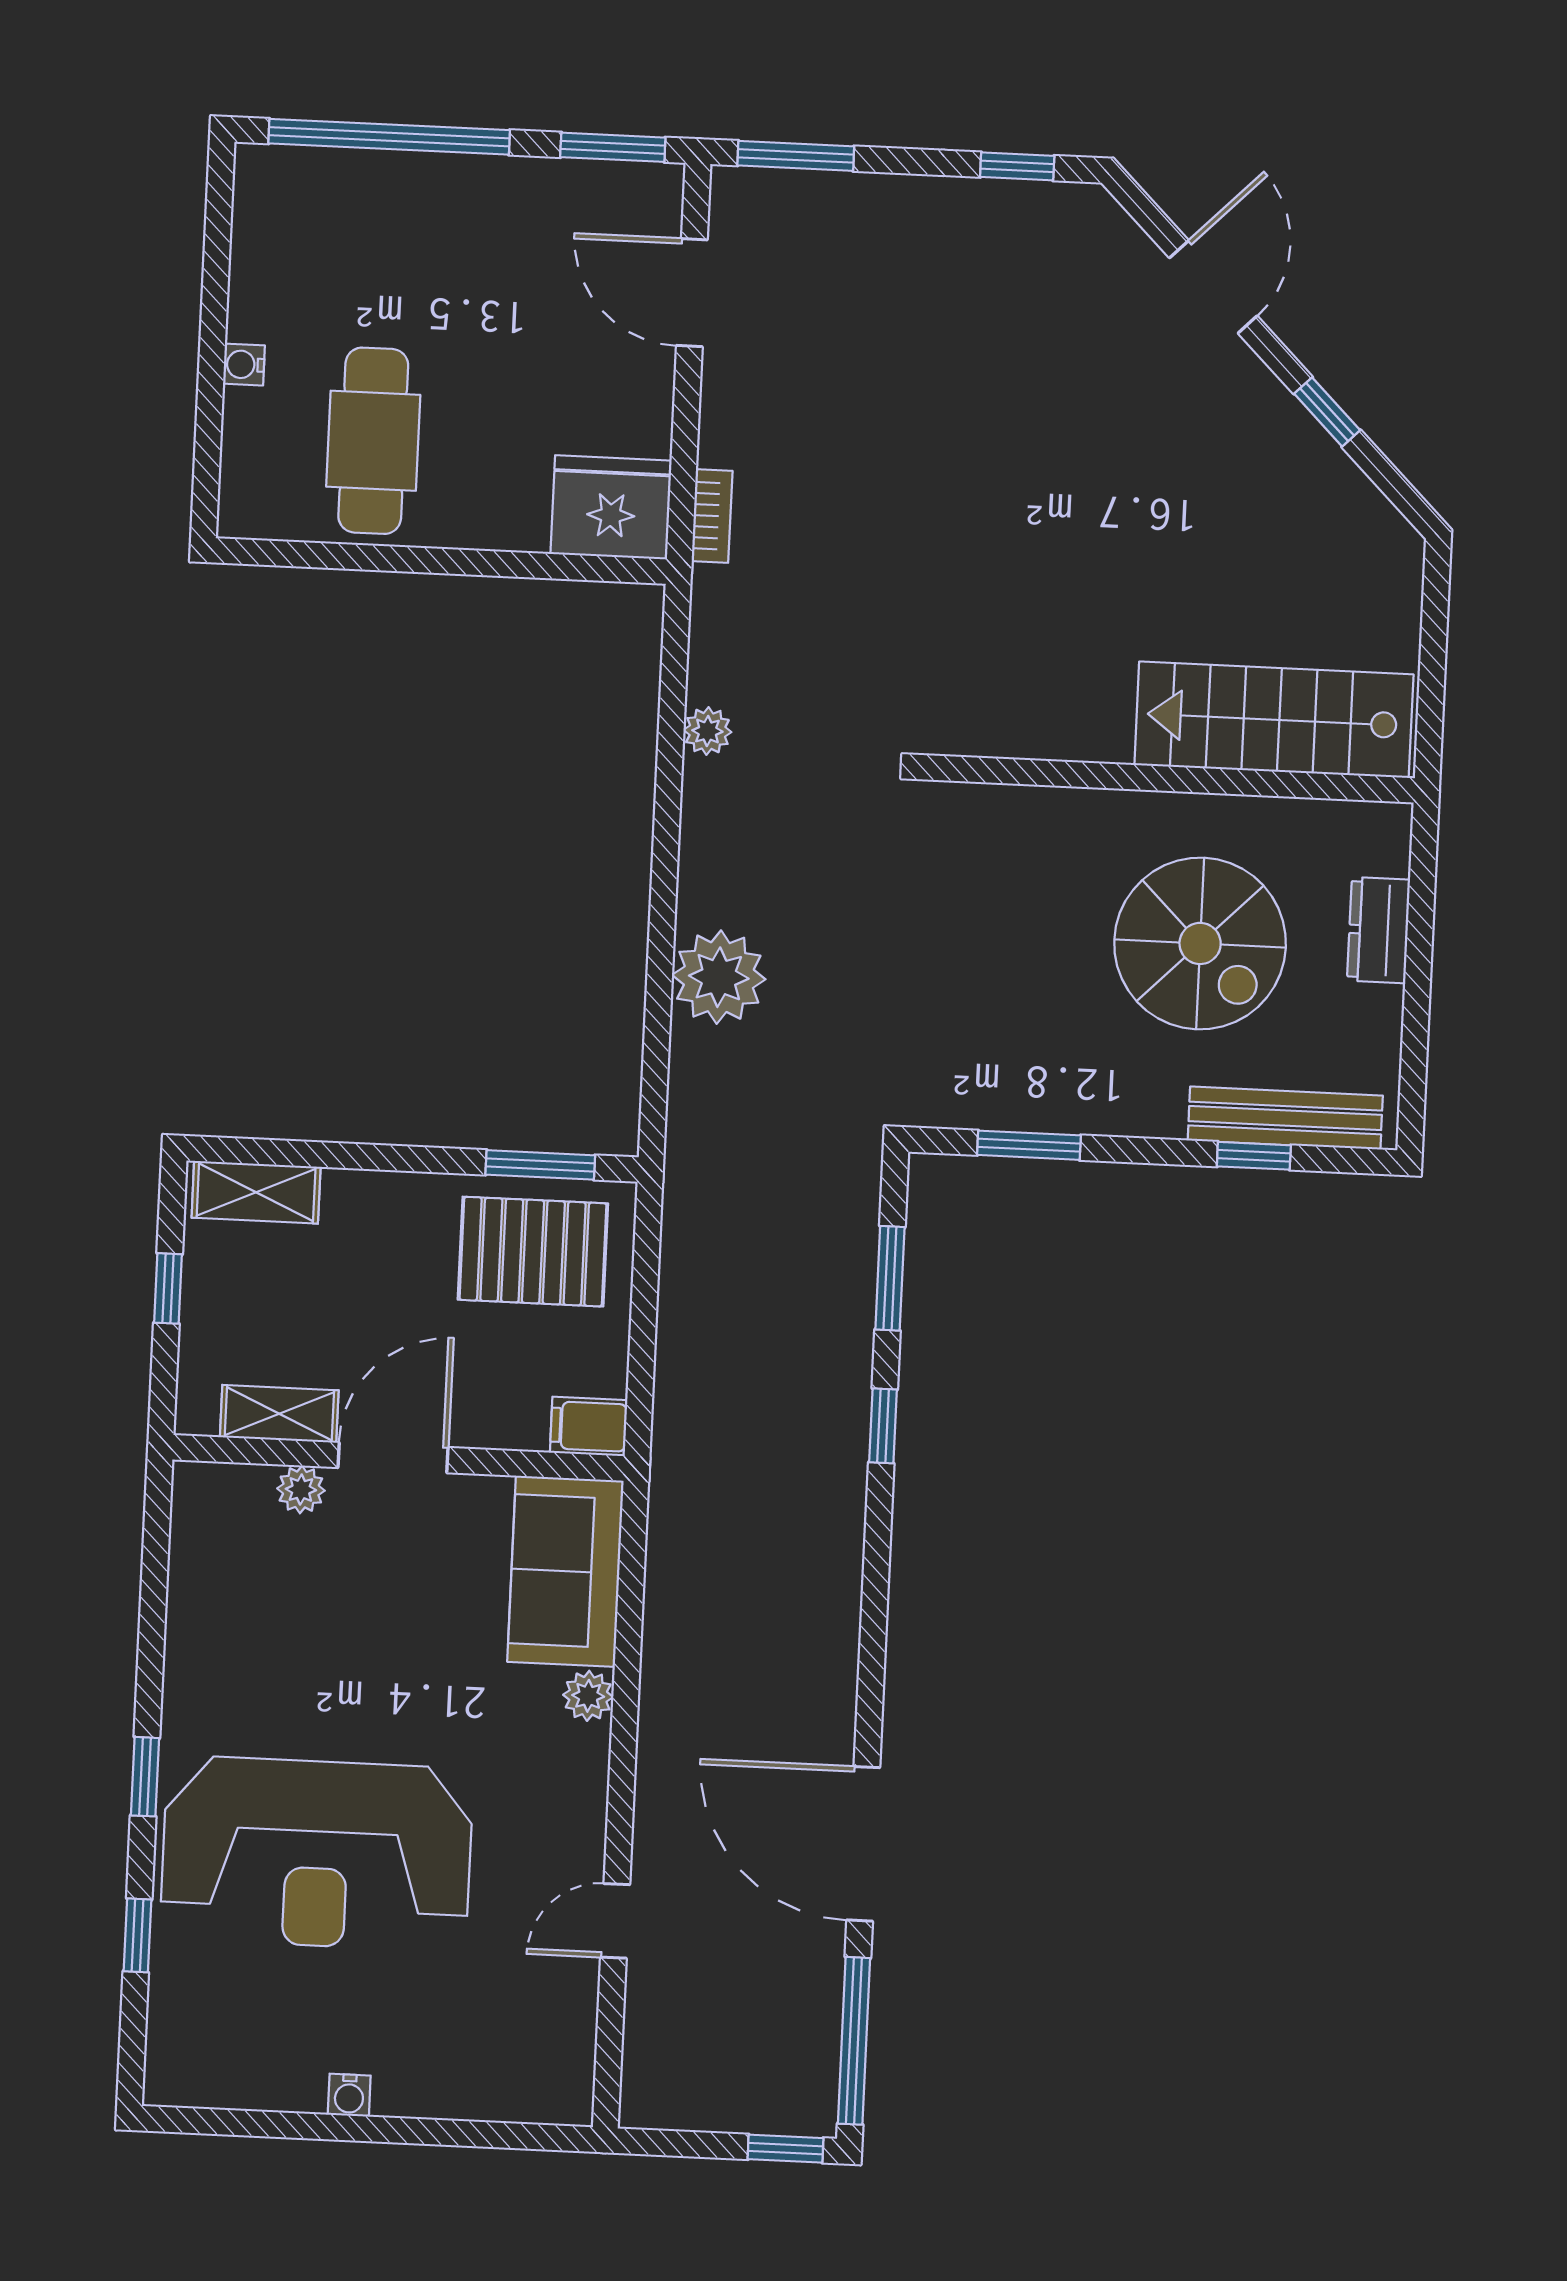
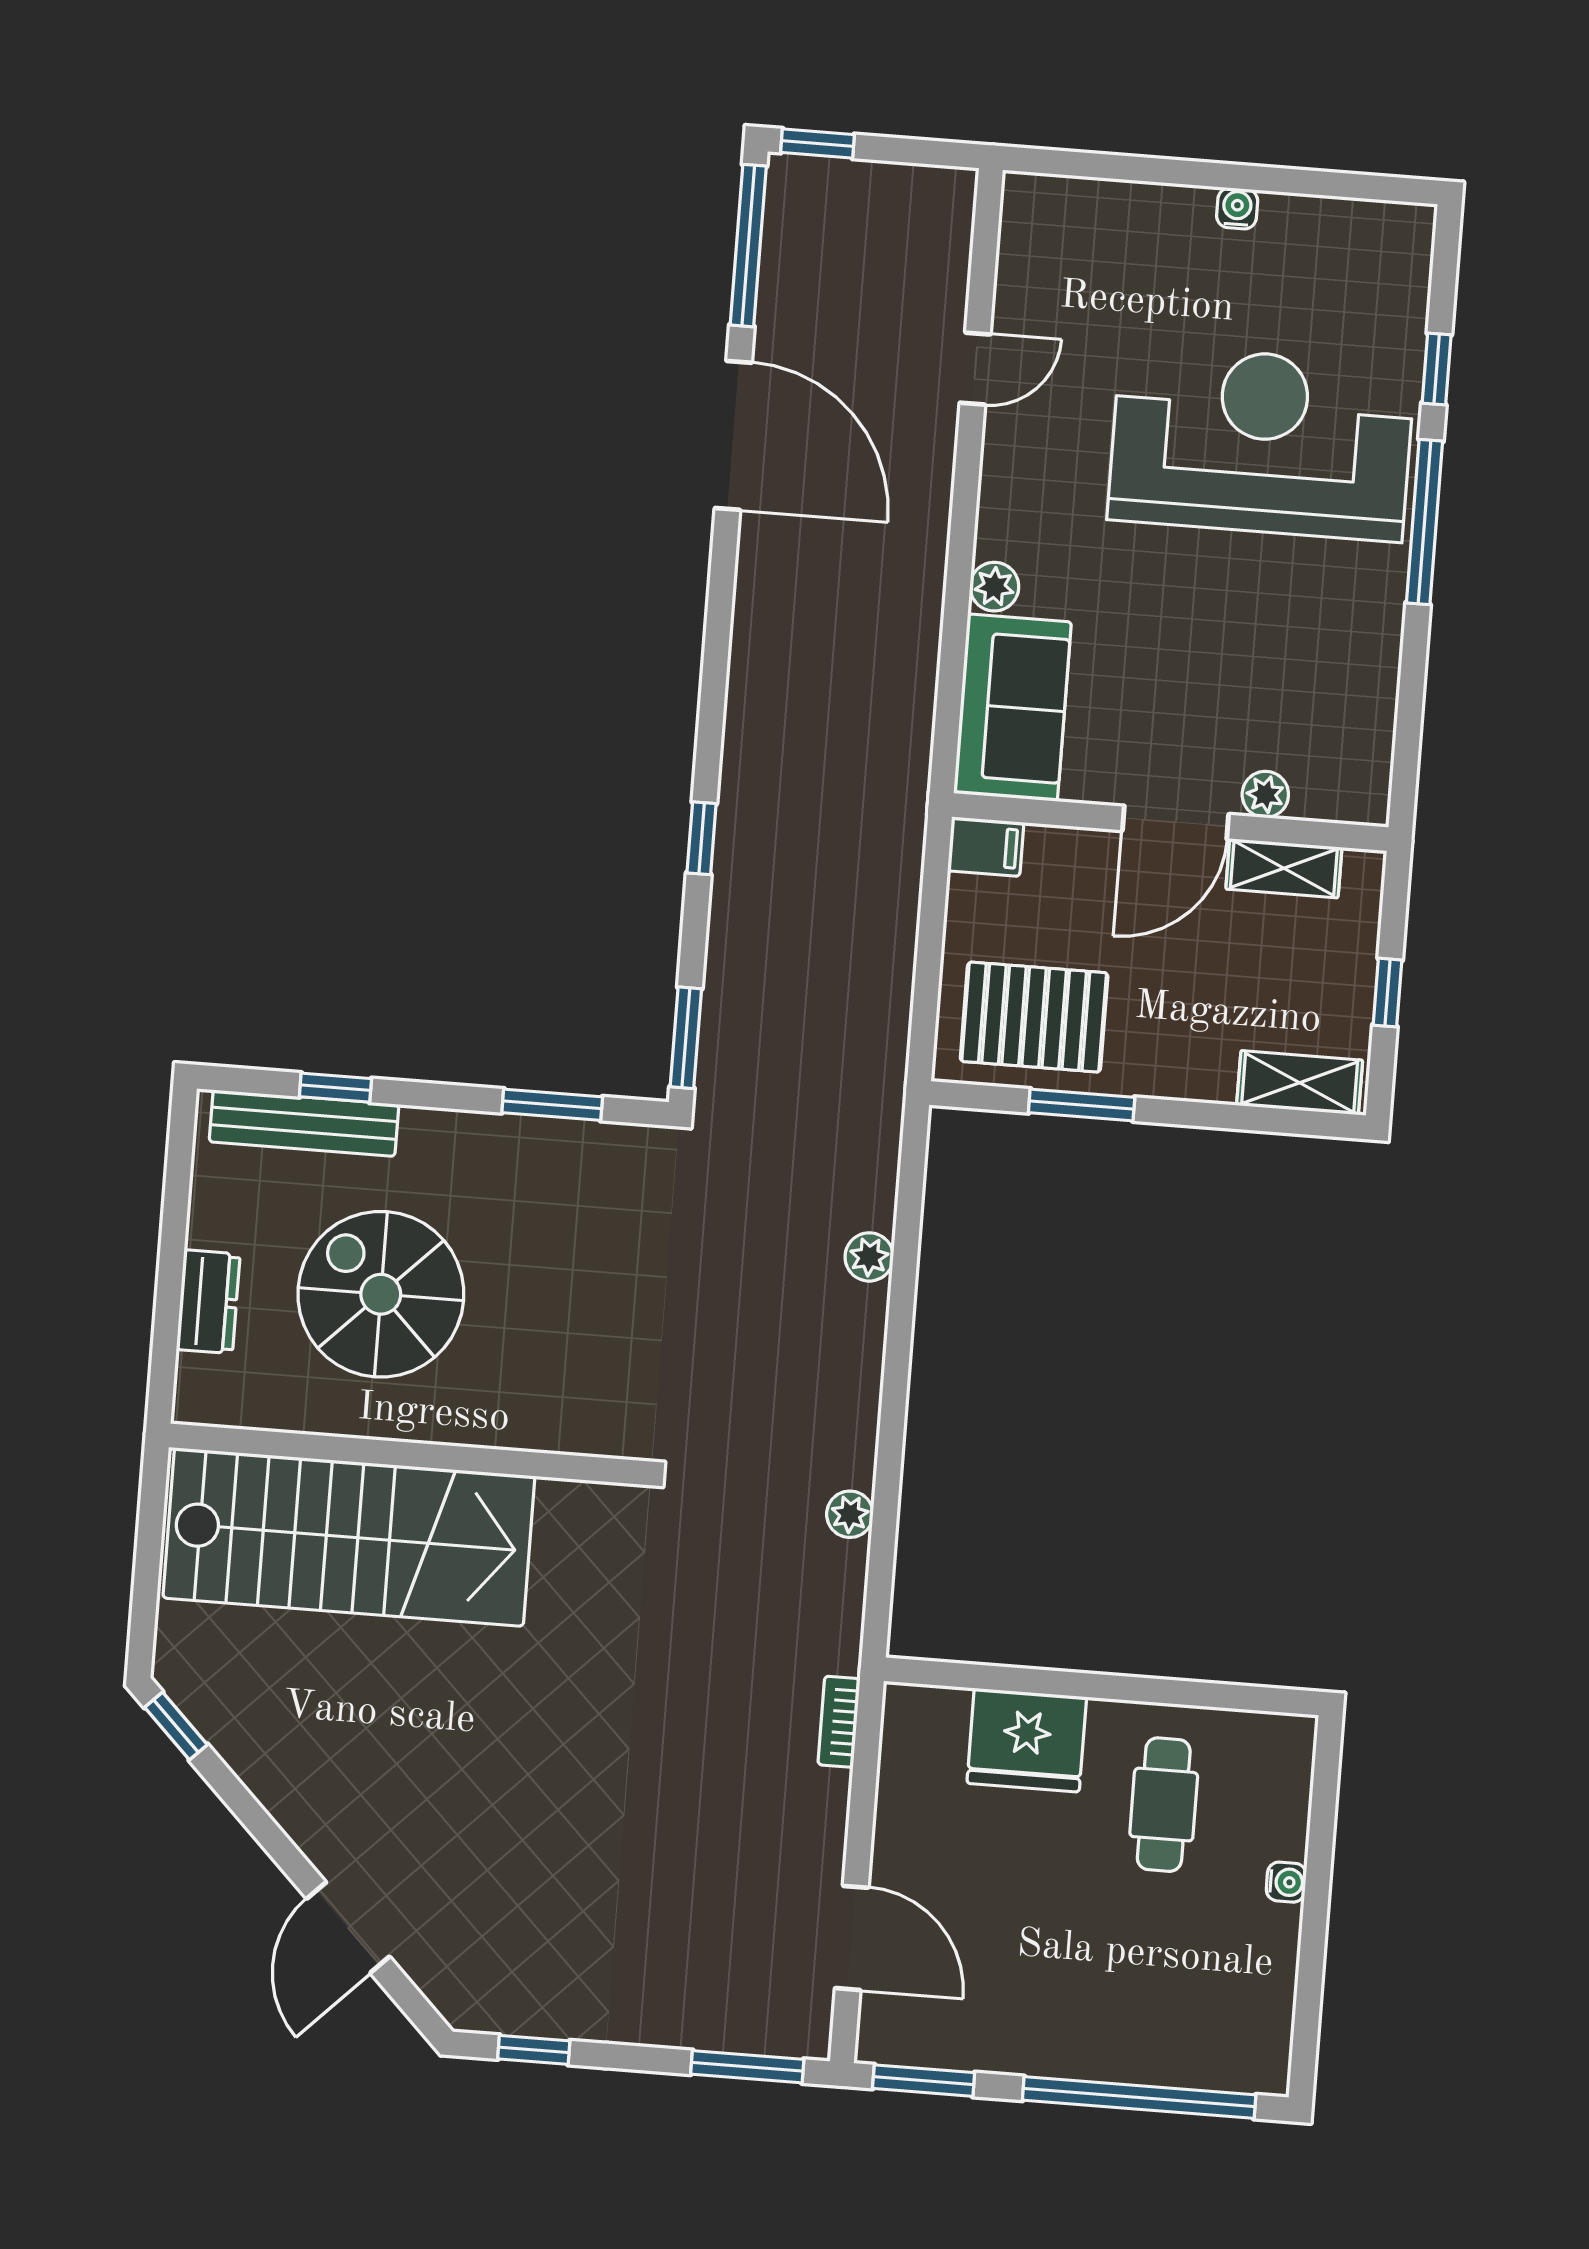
window: (1327, 412) -> (176, 1726), moved
cafe table: (373, 441) -> (1164, 1805), width x0.73, depth x0.74
fridge: (611, 507) -> (1027, 1740), moved
stairs: (1274, 720) -> (349, 1537), width x1.36, depth x1.51
plant: (719, 977) -> (869, 1257), width x0.53, depth x0.53
window: (540, 1165) -> (1082, 1105), moved
window: (890, 1278) -> (686, 1038), moved
window: (145, 1777) -> (1425, 522), width x2.17

